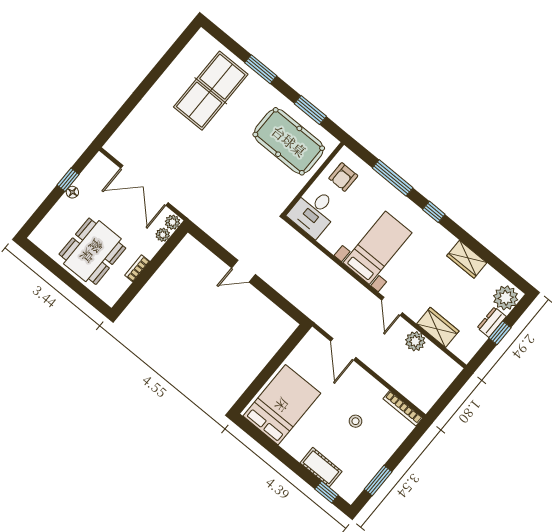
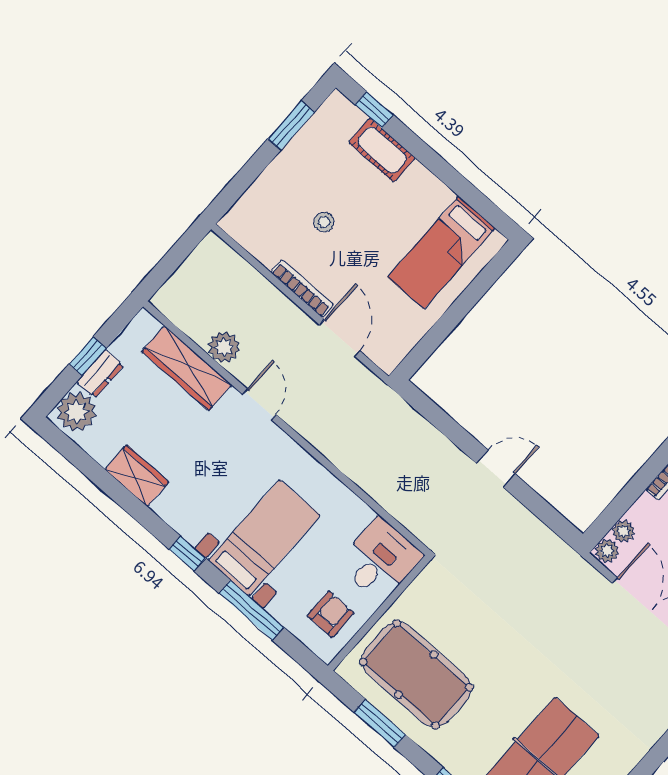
bed with nightstands: (377, 248) -> (264, 538), moved, turned 180
wardrobe: (438, 327) -> (187, 368), width x1.50
bed: (282, 405) -> (441, 252), width x0.67
bookcase: (403, 408) -> (302, 288), moved

